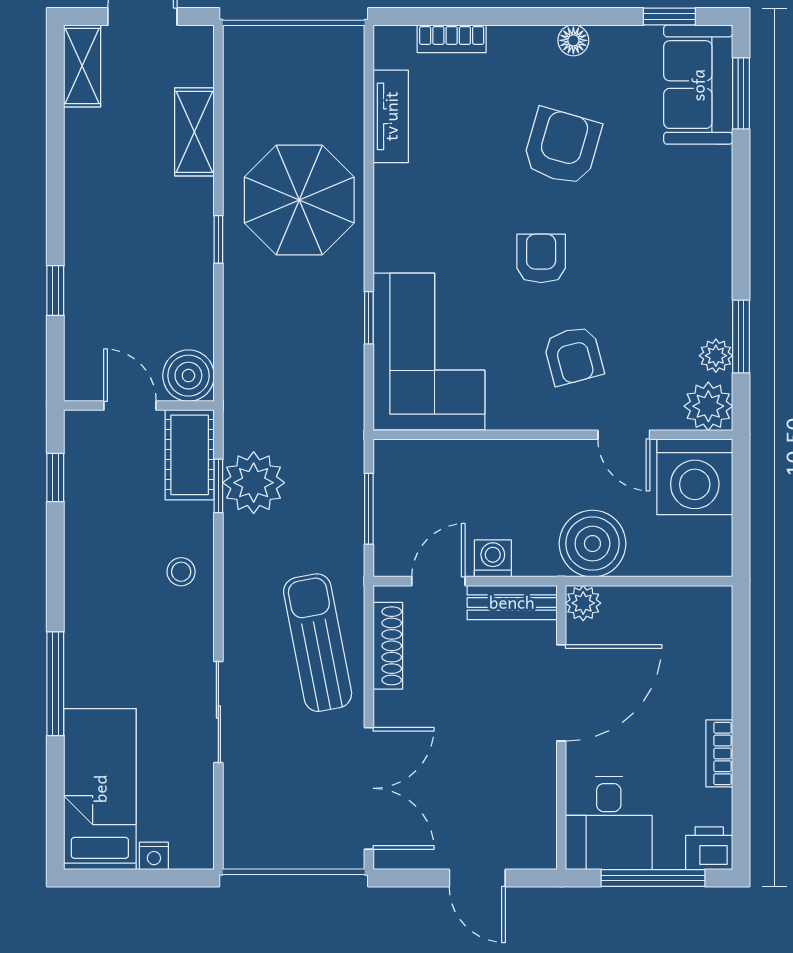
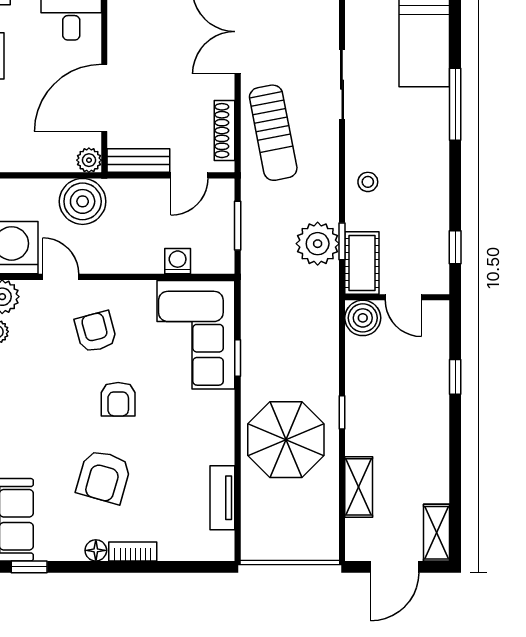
bookcase: (452, 39) -> (133, 552), moved
washing machine: (493, 558) -> (178, 261), moved, turned 180

